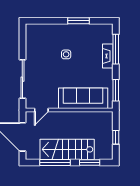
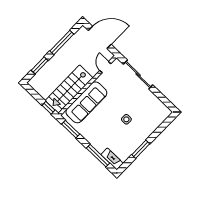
fireplace: (108, 56) -> (112, 159), moved
window: (116, 137) -> (49, 108), moved
stairs: (67, 149) -> (69, 89), moved, turned 180

